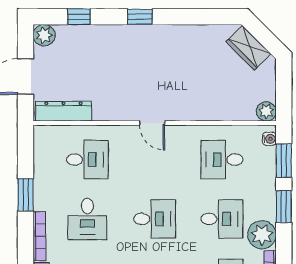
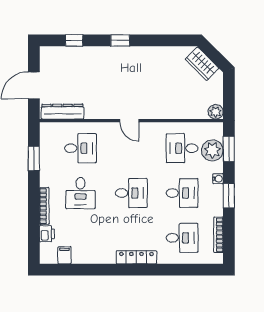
plant: (44, 35) -> (48, 54), removed
water cooler: (269, 139) -> (218, 179), moved
window: (26, 195) -> (34, 158), moved
window: (284, 207) -> (229, 196), moved
plant: (262, 235) -> (212, 150), moved

